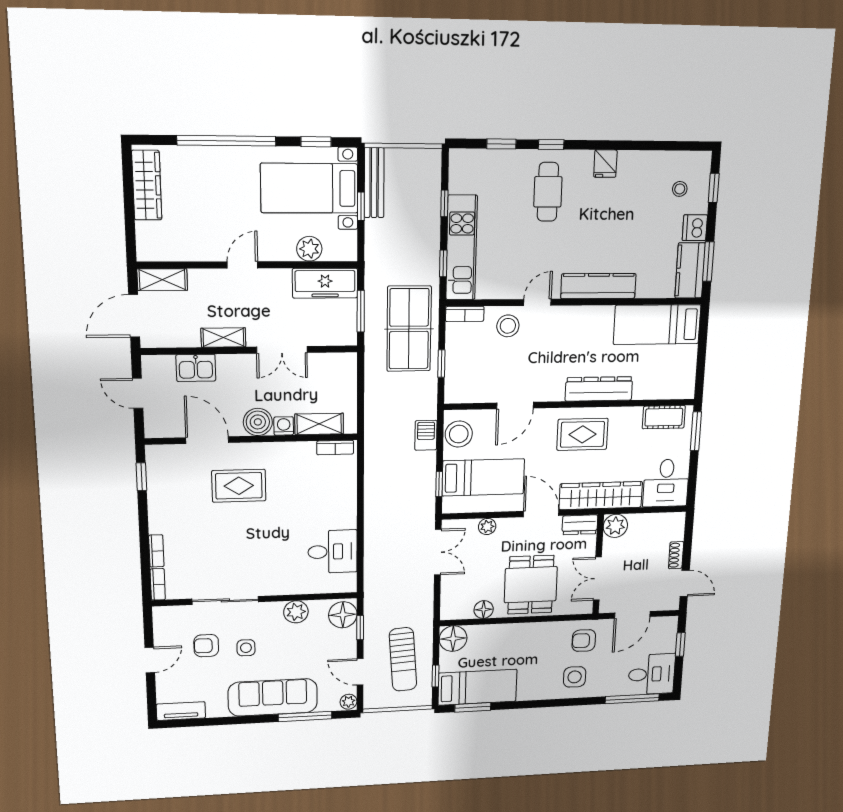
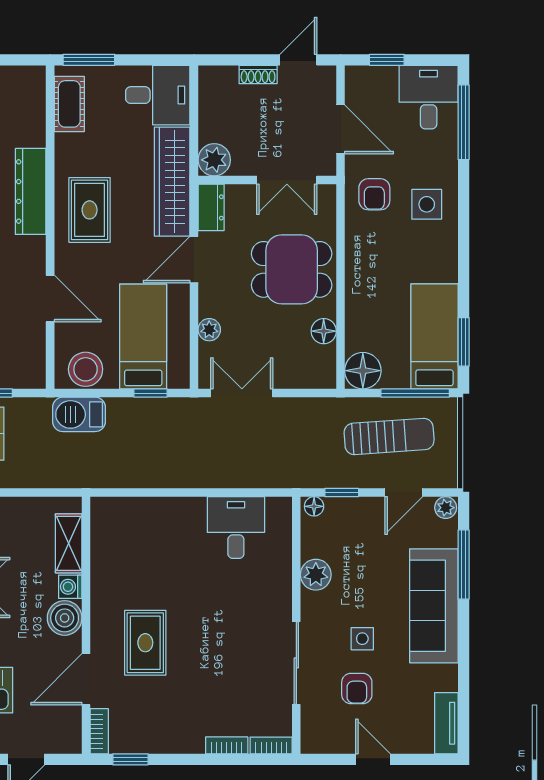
barbecue: (426, 435) -> (79, 414), width x1.38, depth x1.27
bookcase: (335, 448) -> (99, 731), moved
floor lamp: (343, 615) -> (314, 506), width x0.53, depth x0.53
window: (435, 676) -> (415, 393), width x2.17

